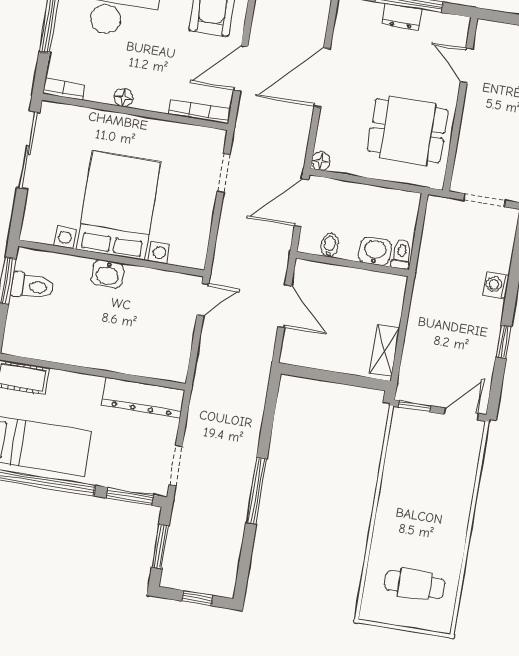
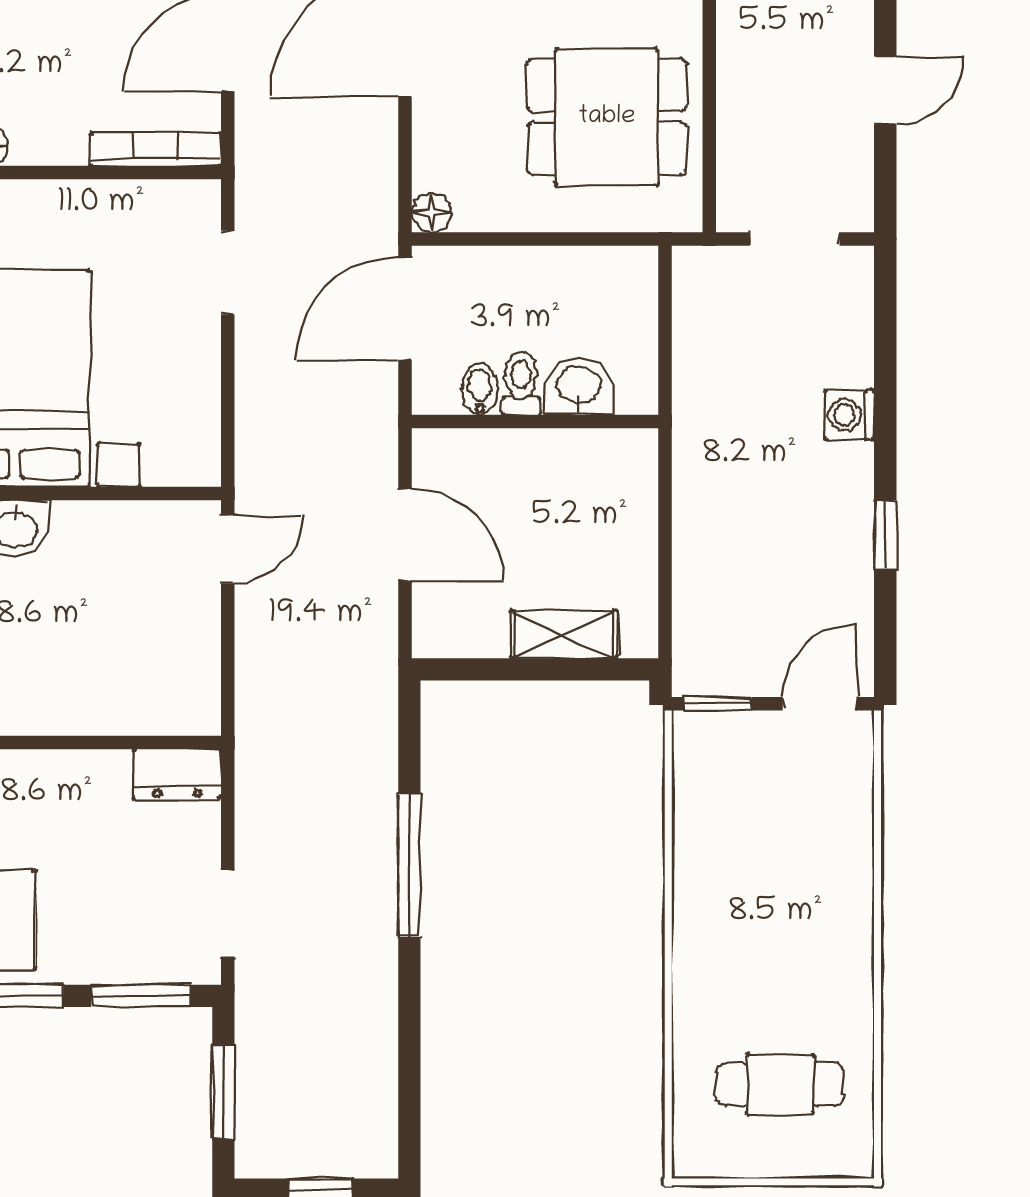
toilet: (401, 254) -> (521, 383), moved
shelving: (385, 351) -> (564, 634), moved, turned 90
dresser: (143, 398) -> (177, 774), width x0.51, depth x0.80
window: (257, 491) -> (409, 865), moved

